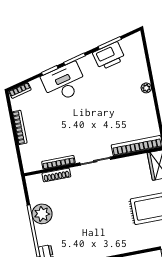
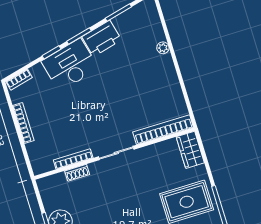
printer: (109, 56) -> (102, 38), moved
plant: (146, 88) -> (163, 48), moved
shoe rack: (56, 175) -> (77, 173), width x0.70

